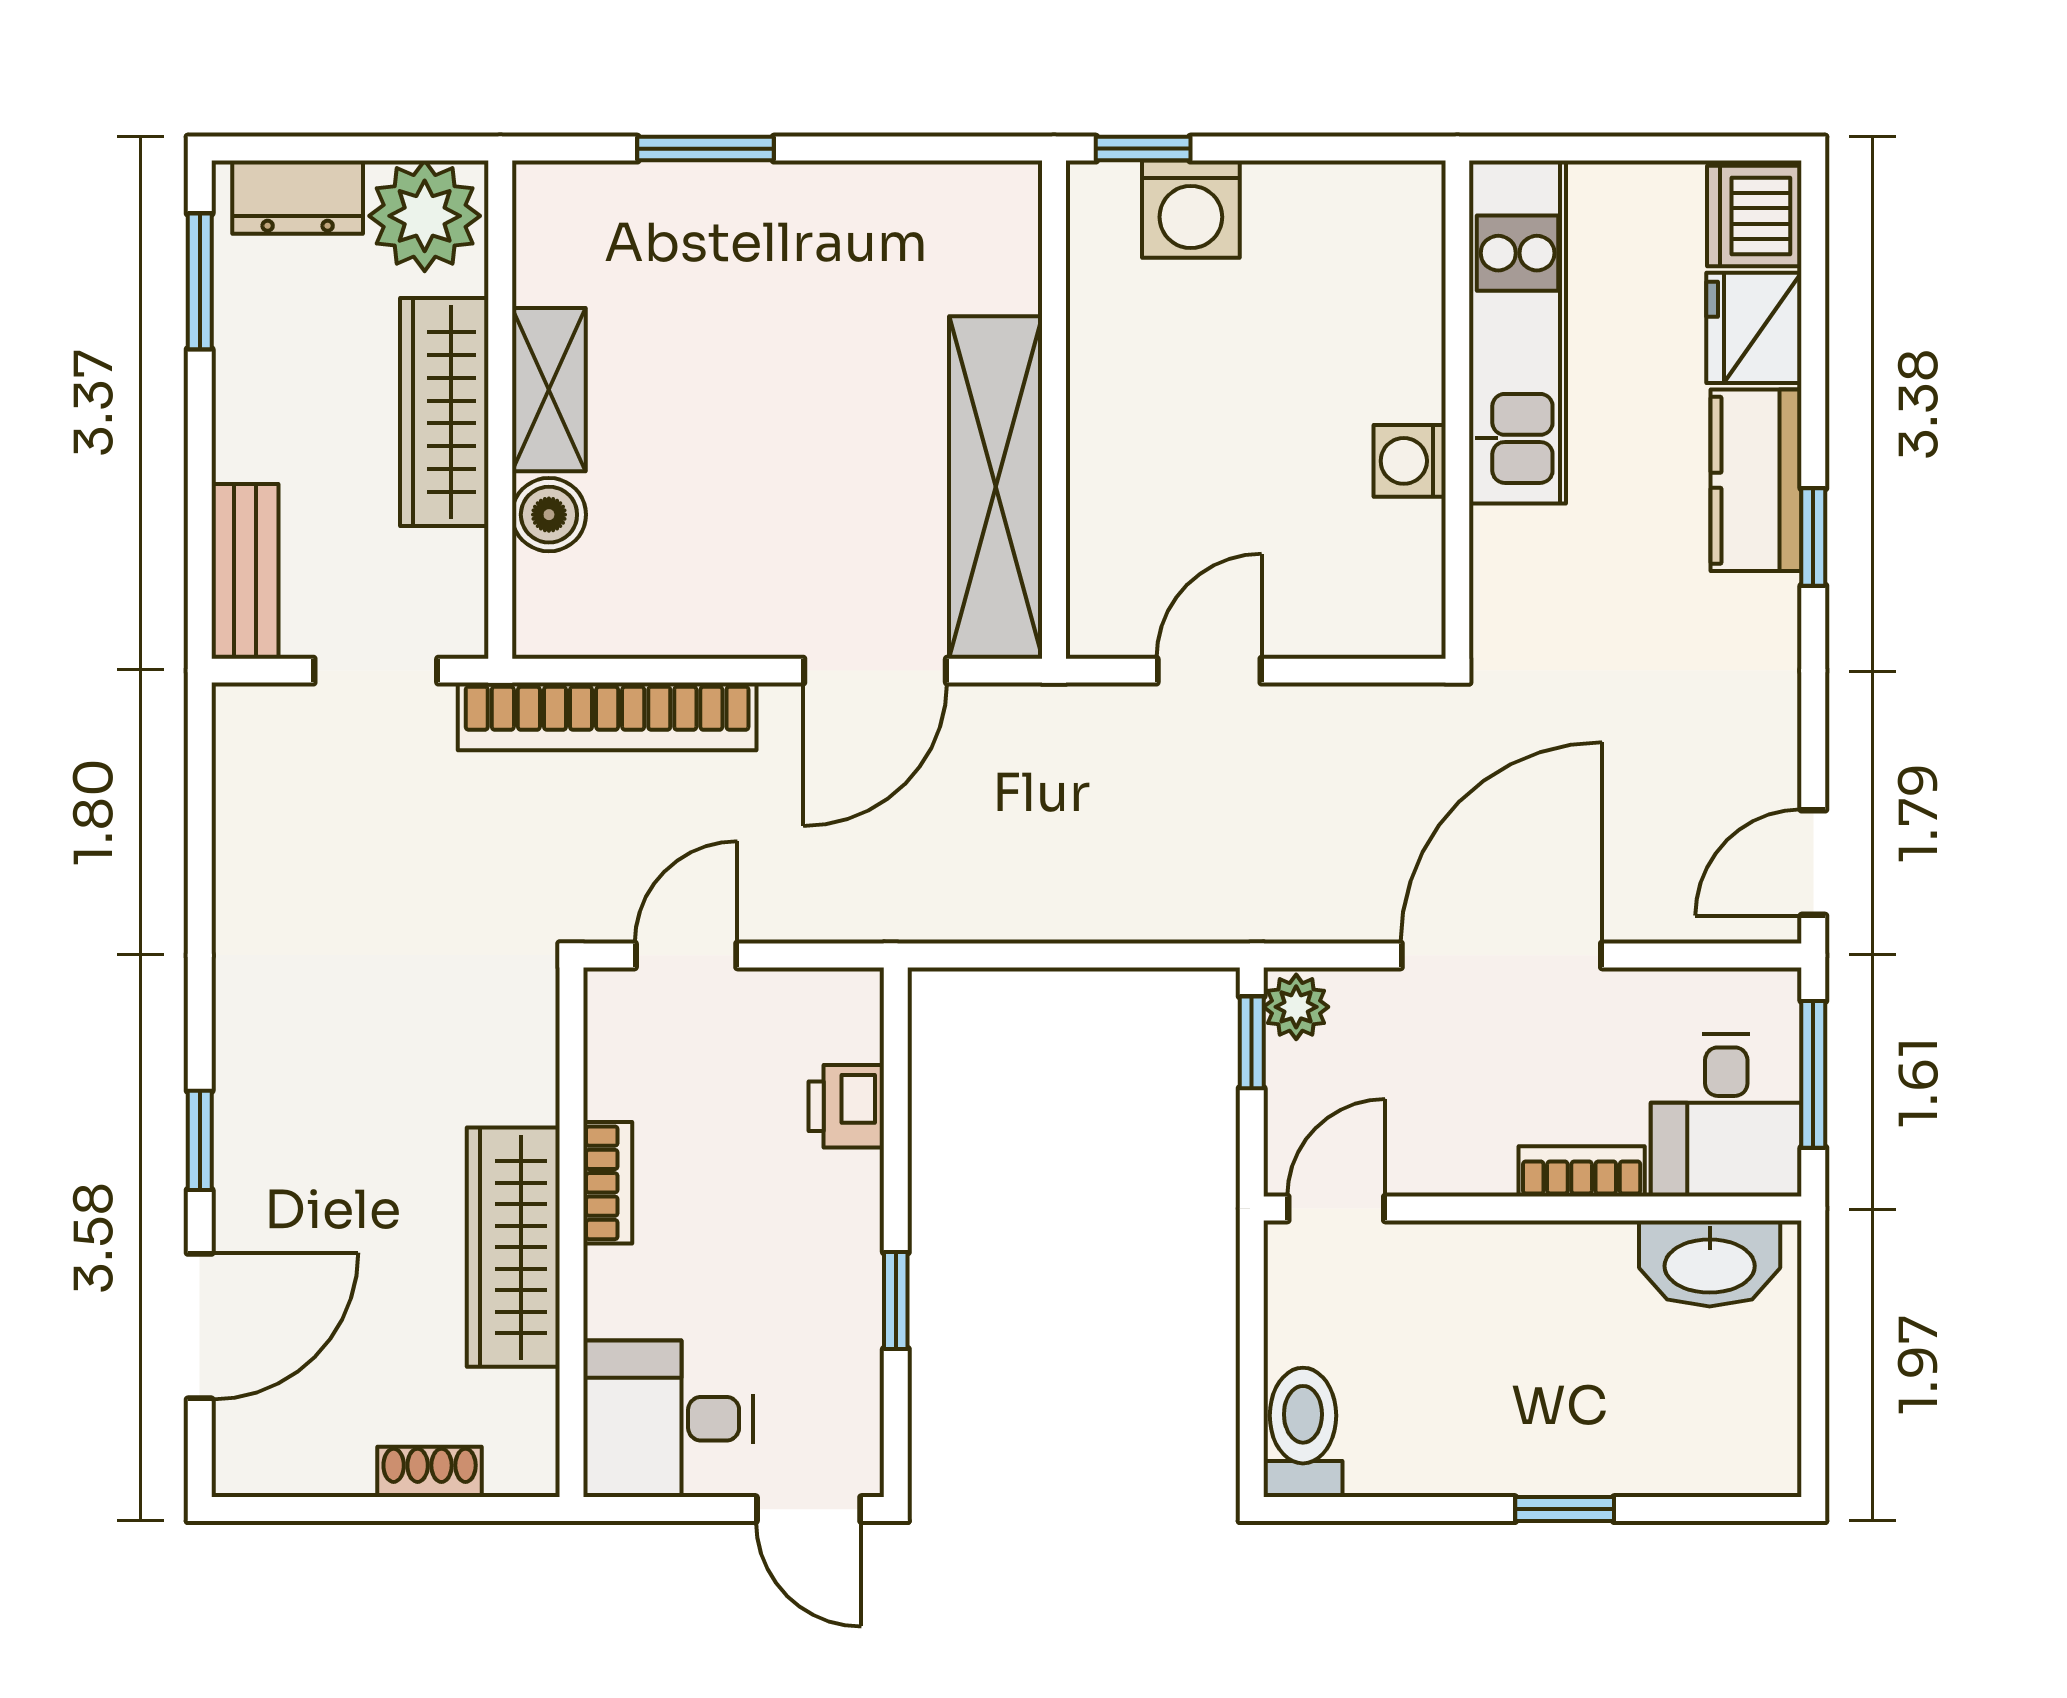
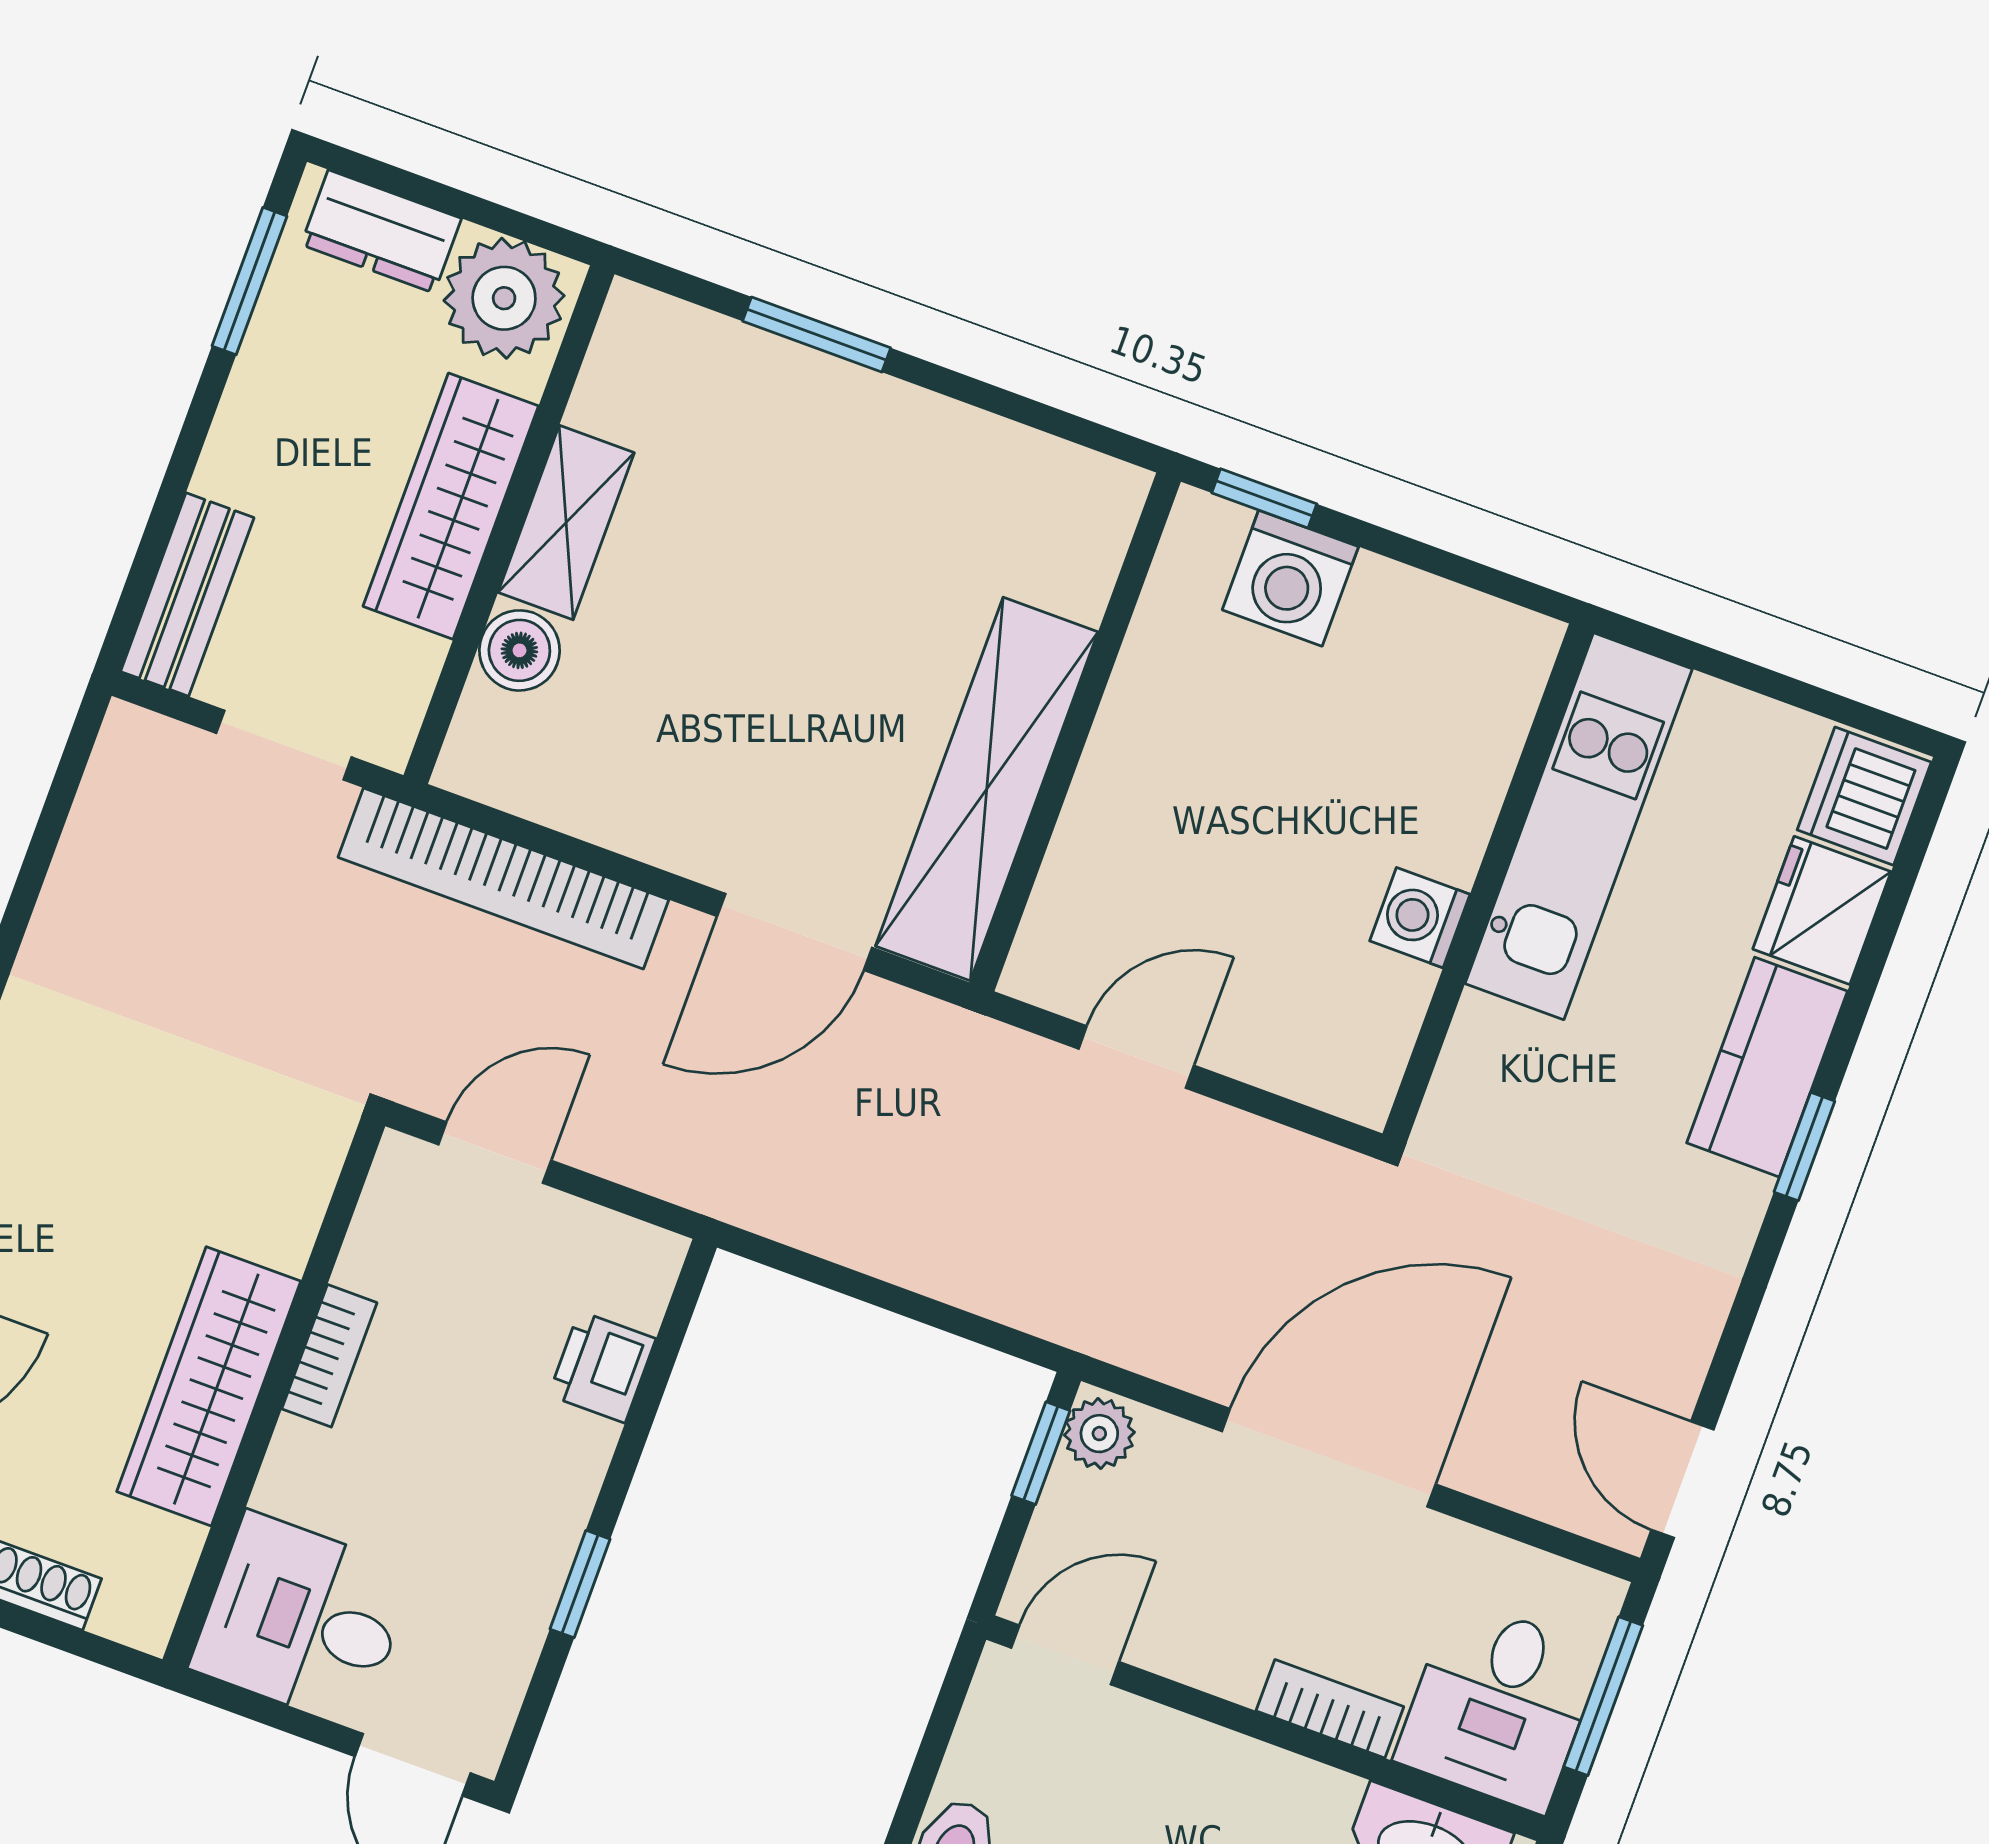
door: (1813, 863) -> (1683, 1480), hinge flipped

